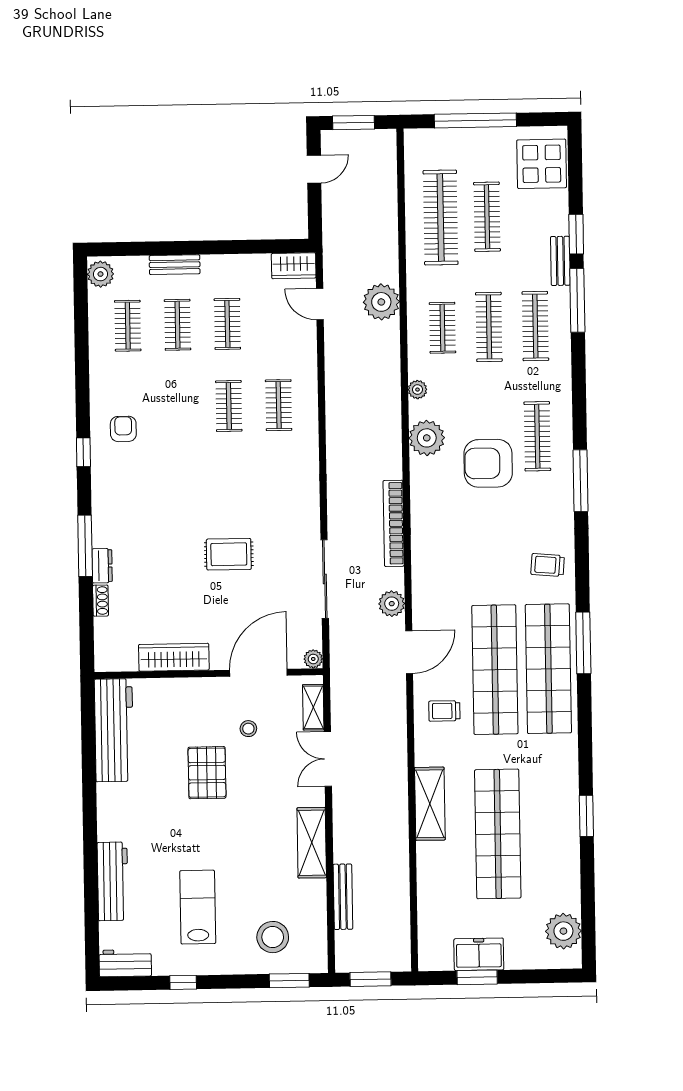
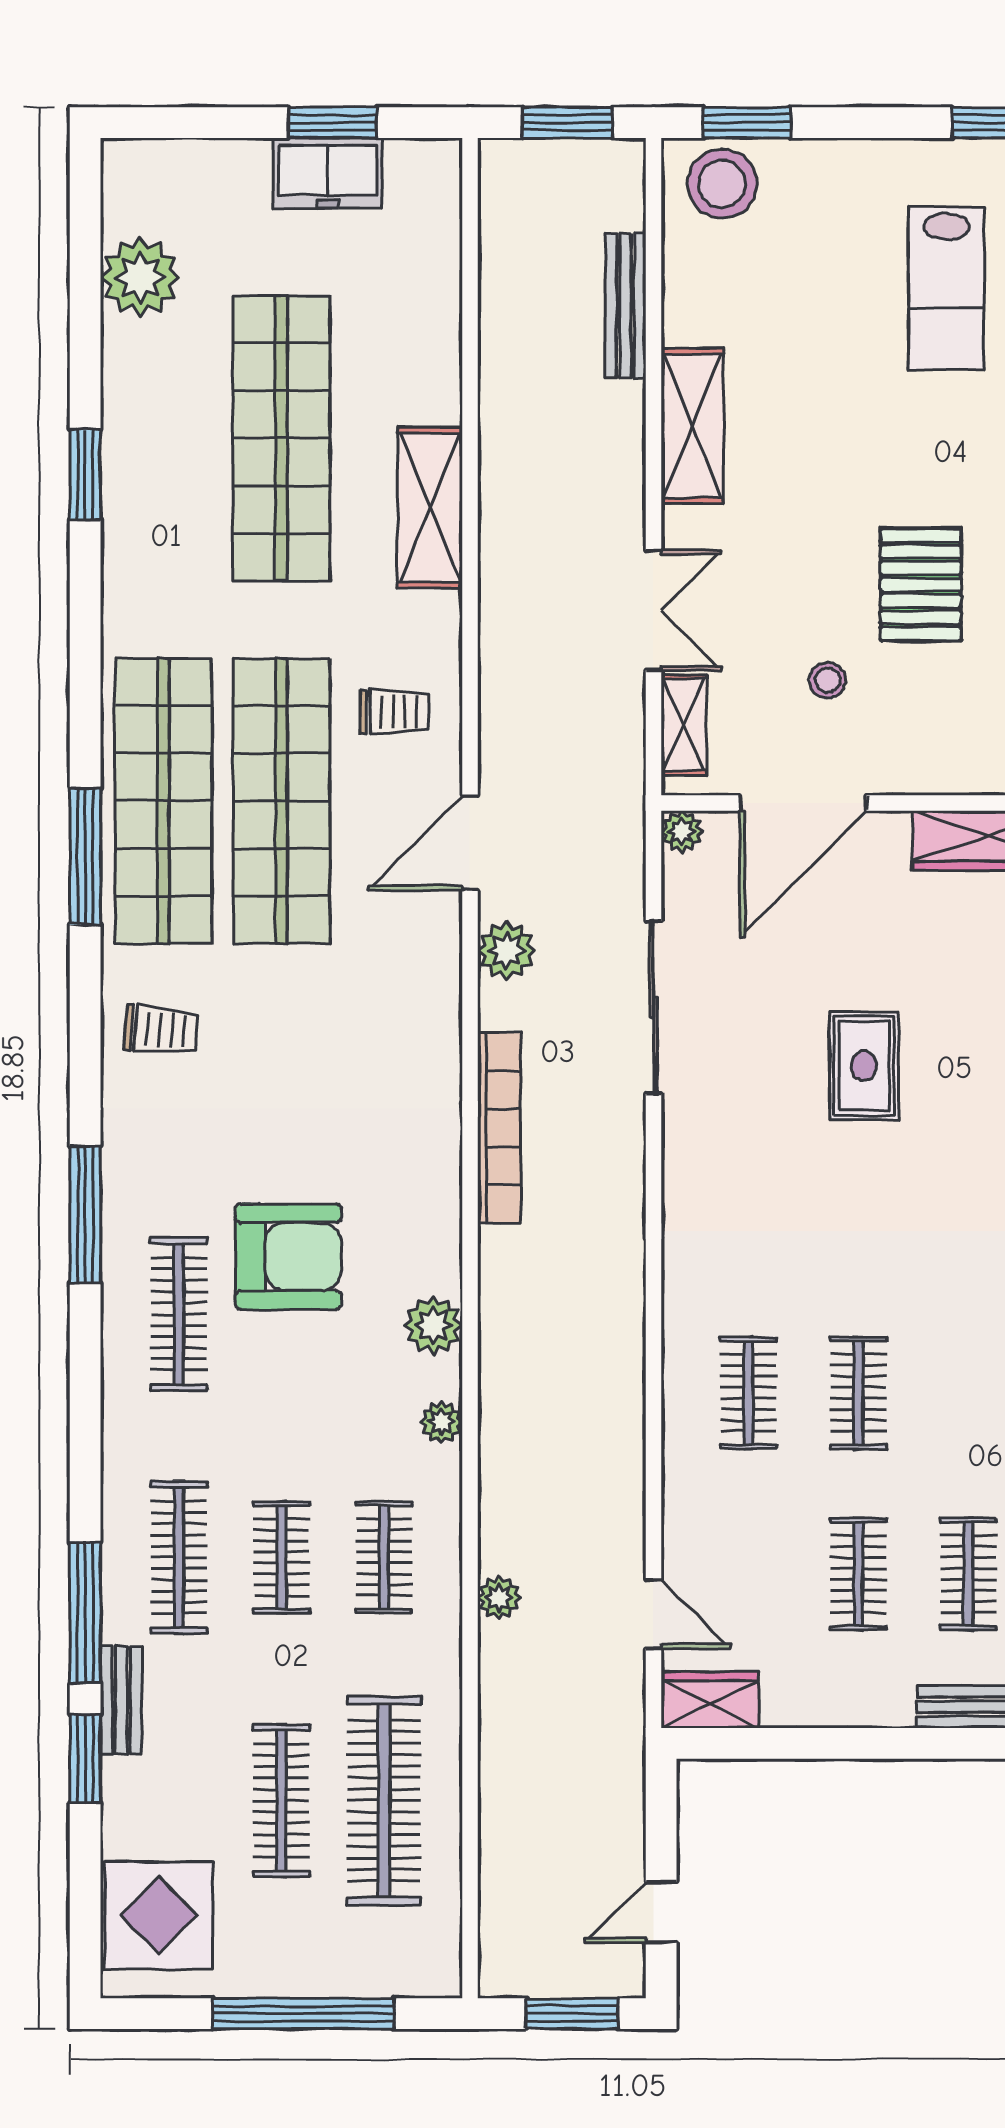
plant: (381, 302) -> (499, 1598), width x0.53, depth x0.53
clothes rail: (489, 327) -> (281, 1557), width x0.73
plant: (427, 438) -> (433, 1325), width x0.73, depth x0.73
rug: (229, 554) -> (864, 1066), turned 90
plant: (563, 931) -> (140, 277), moved
stool: (273, 937) -> (722, 184), moved

